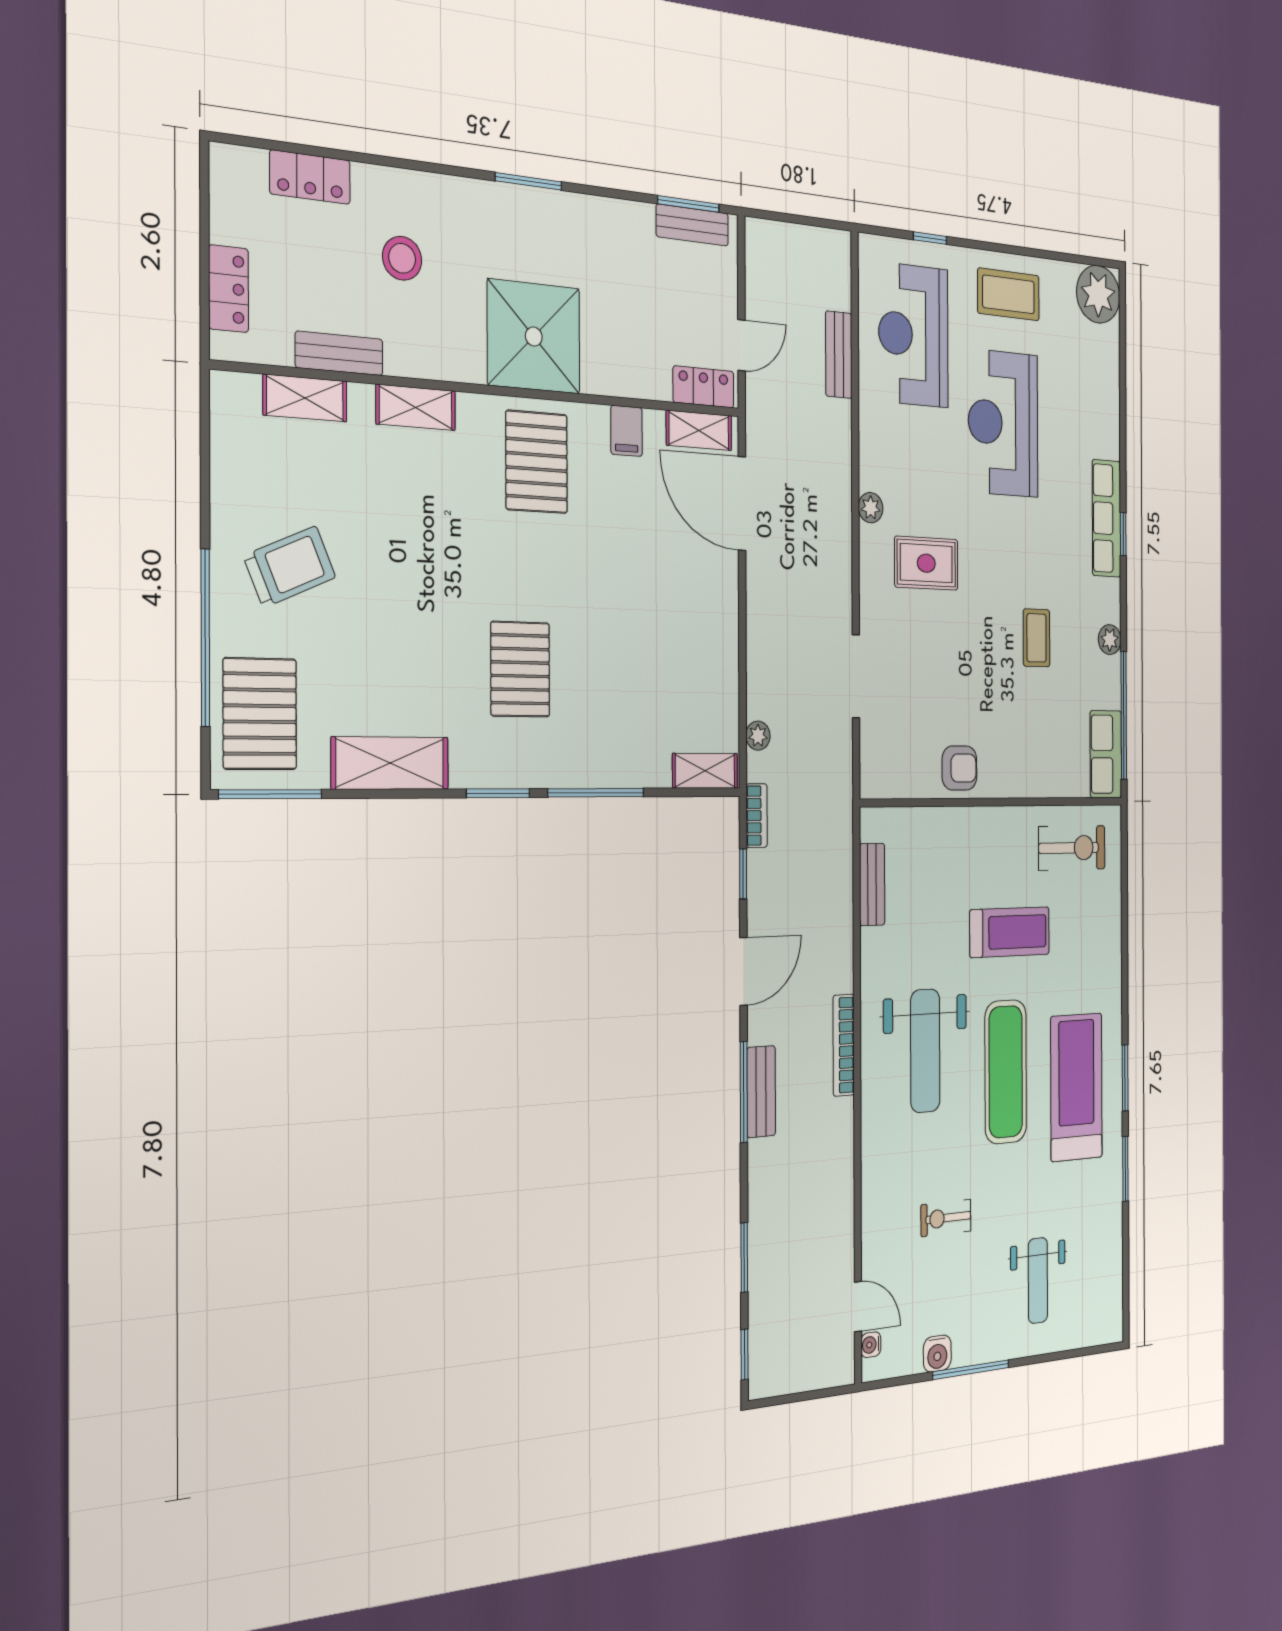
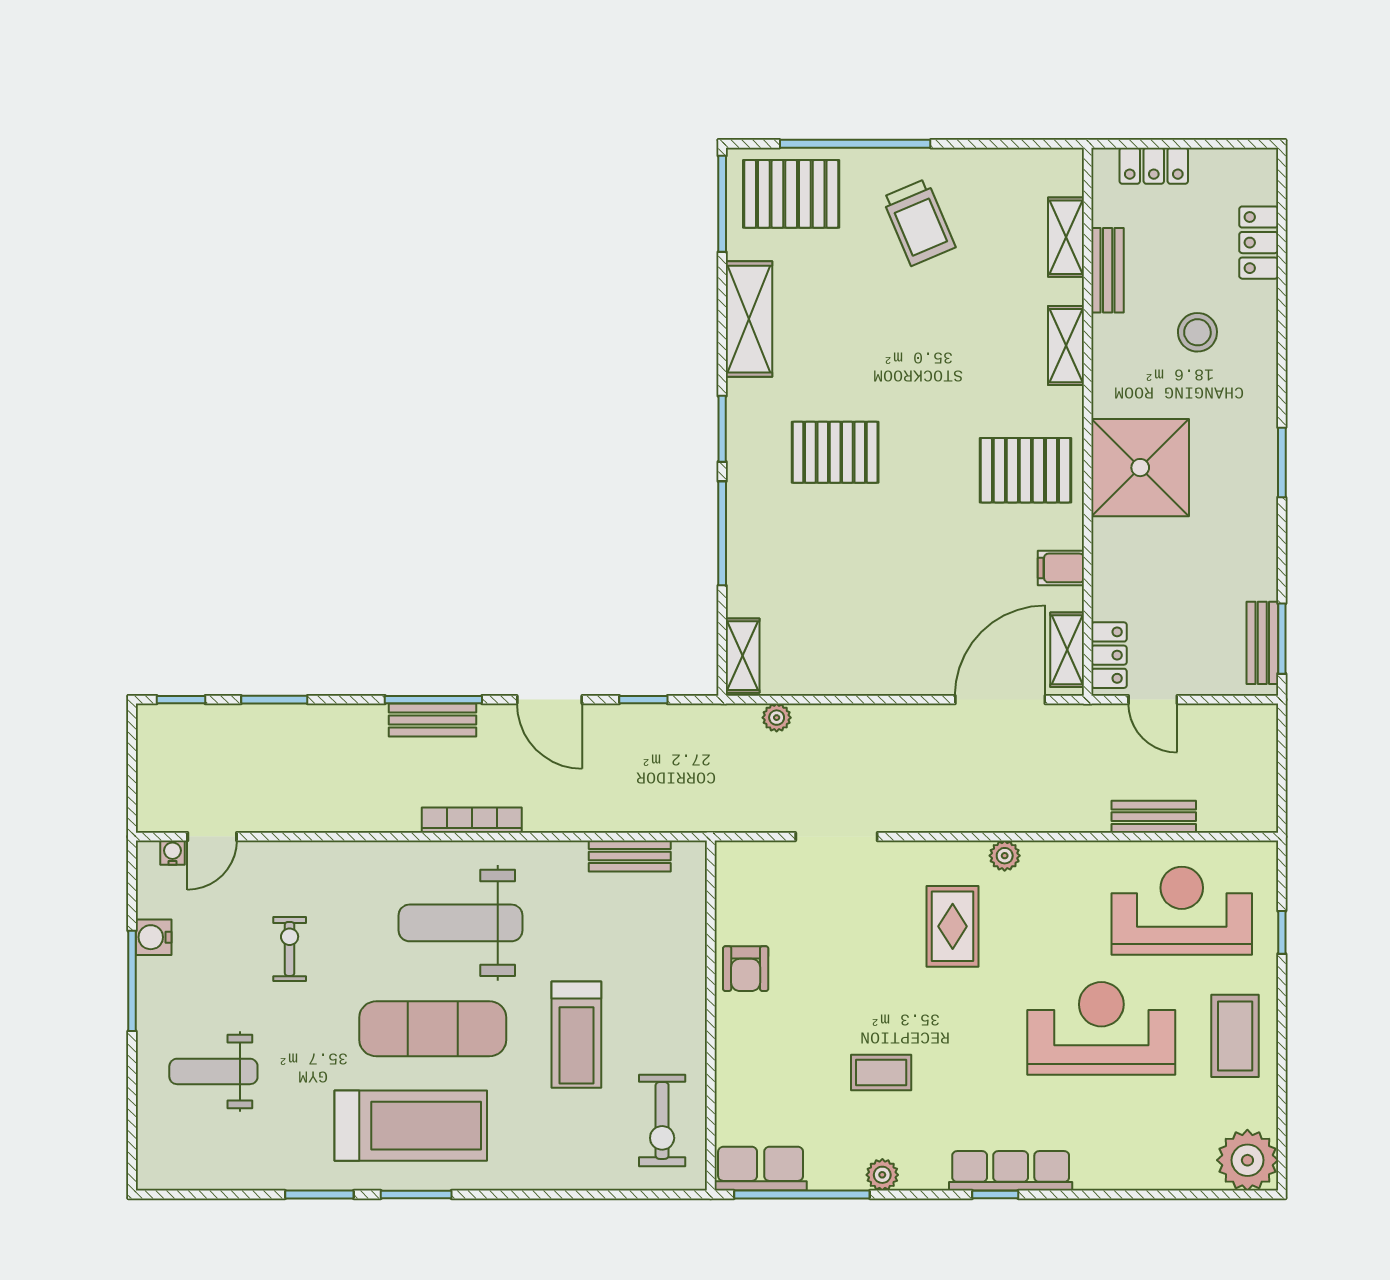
bookcase: (757, 816) -> (699, 716), removed

